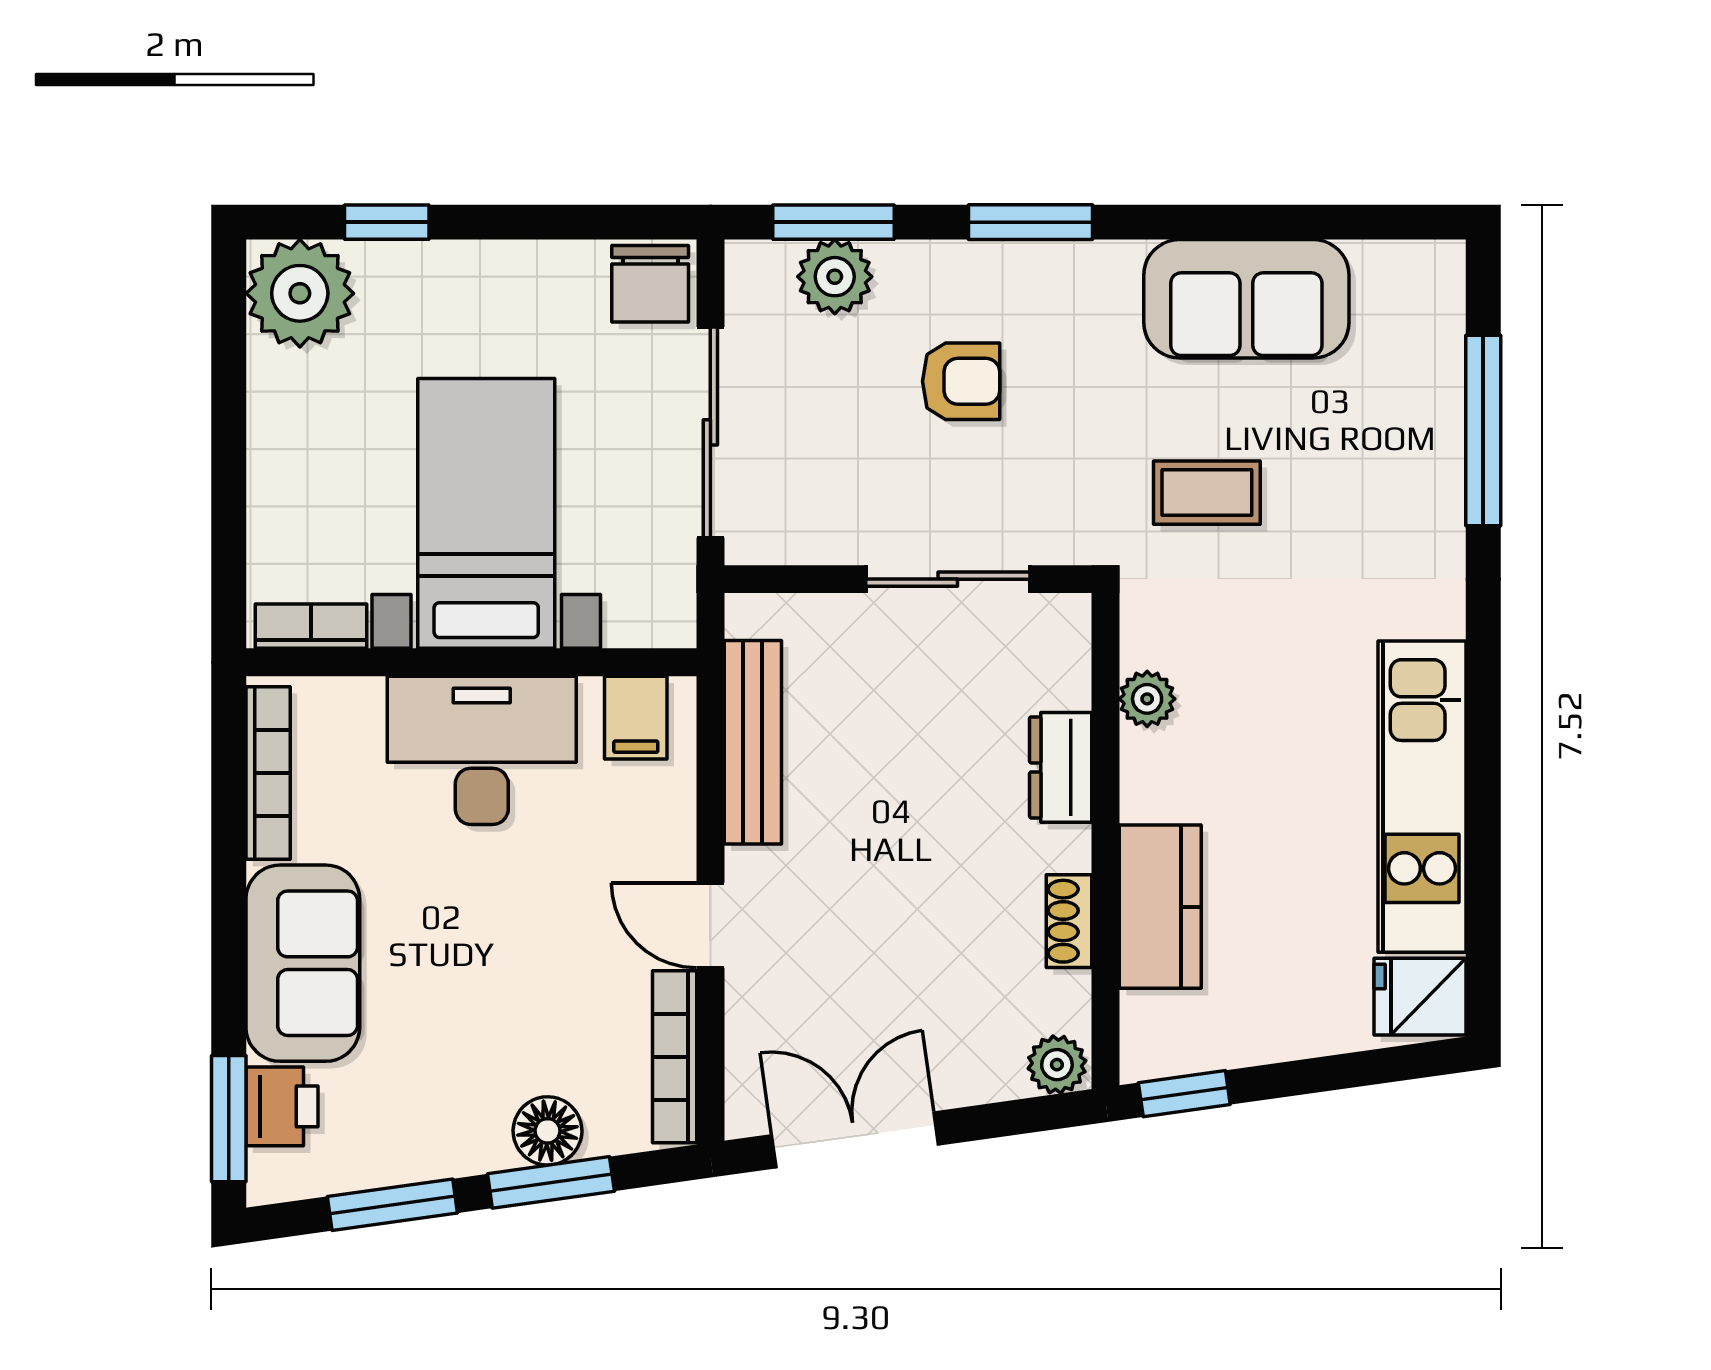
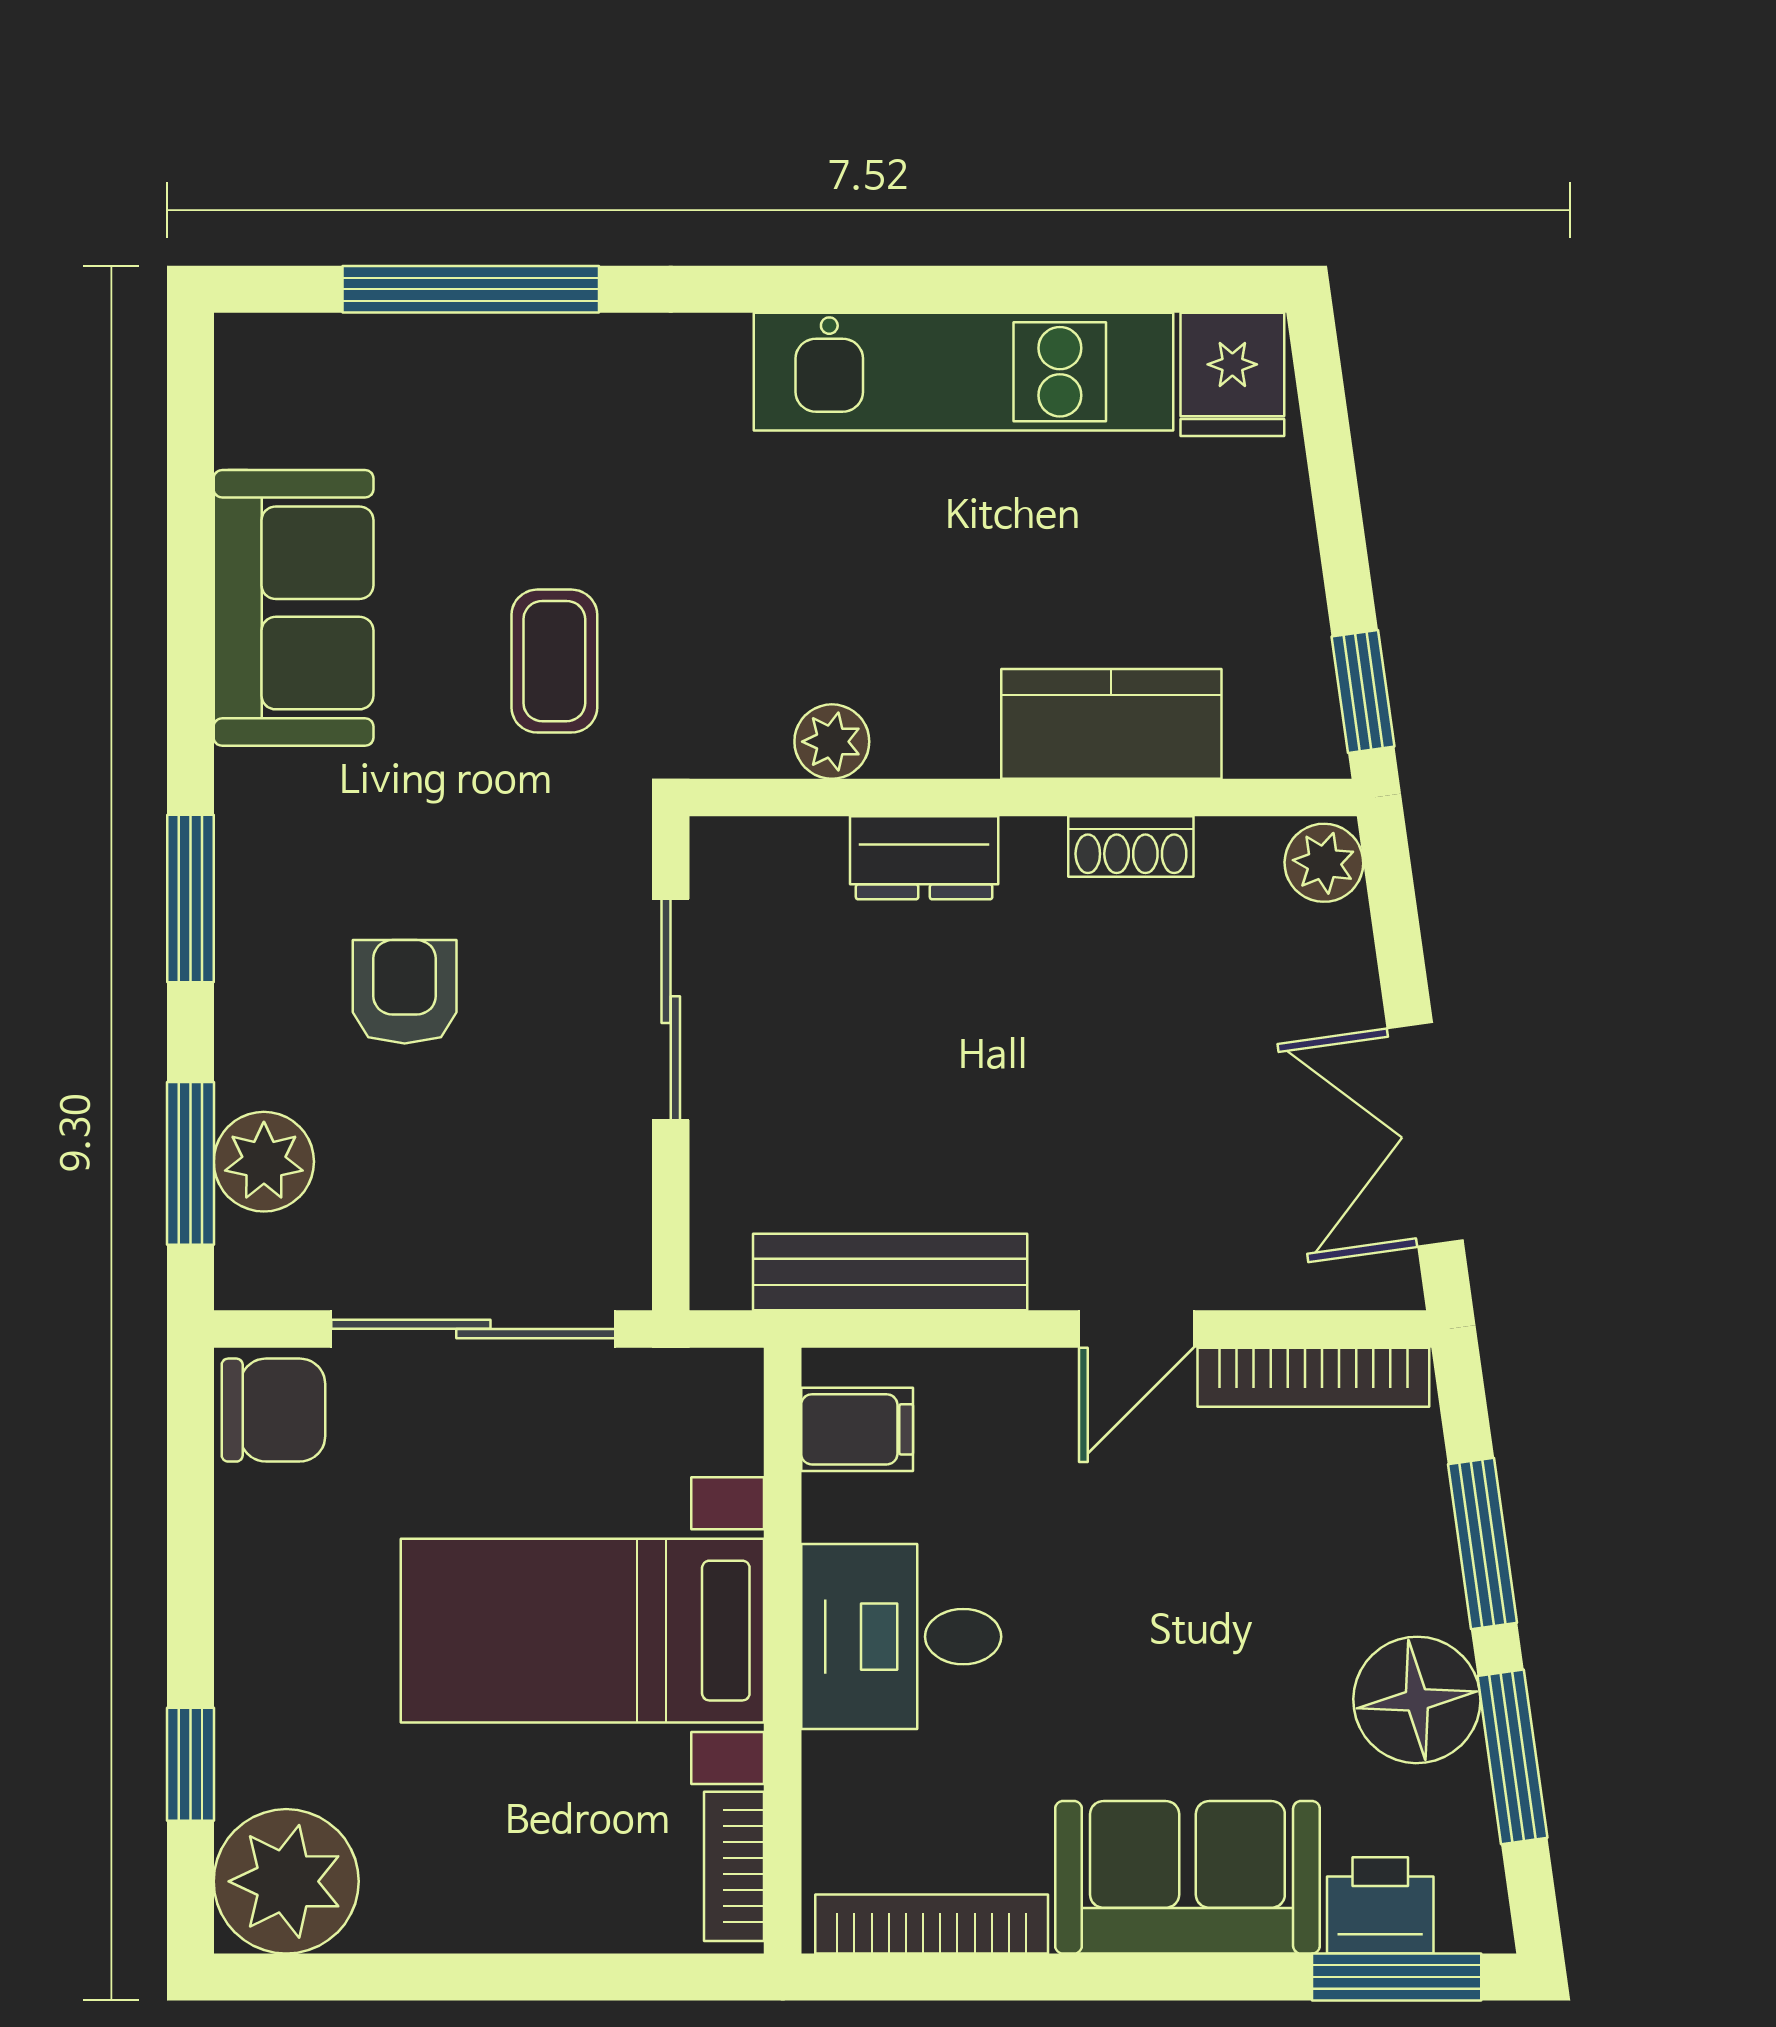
desk: (482, 750) -> (901, 1637), width x0.73
floor lamp: (548, 1131) -> (1417, 1700), moved, width x1.38, depth x1.38

